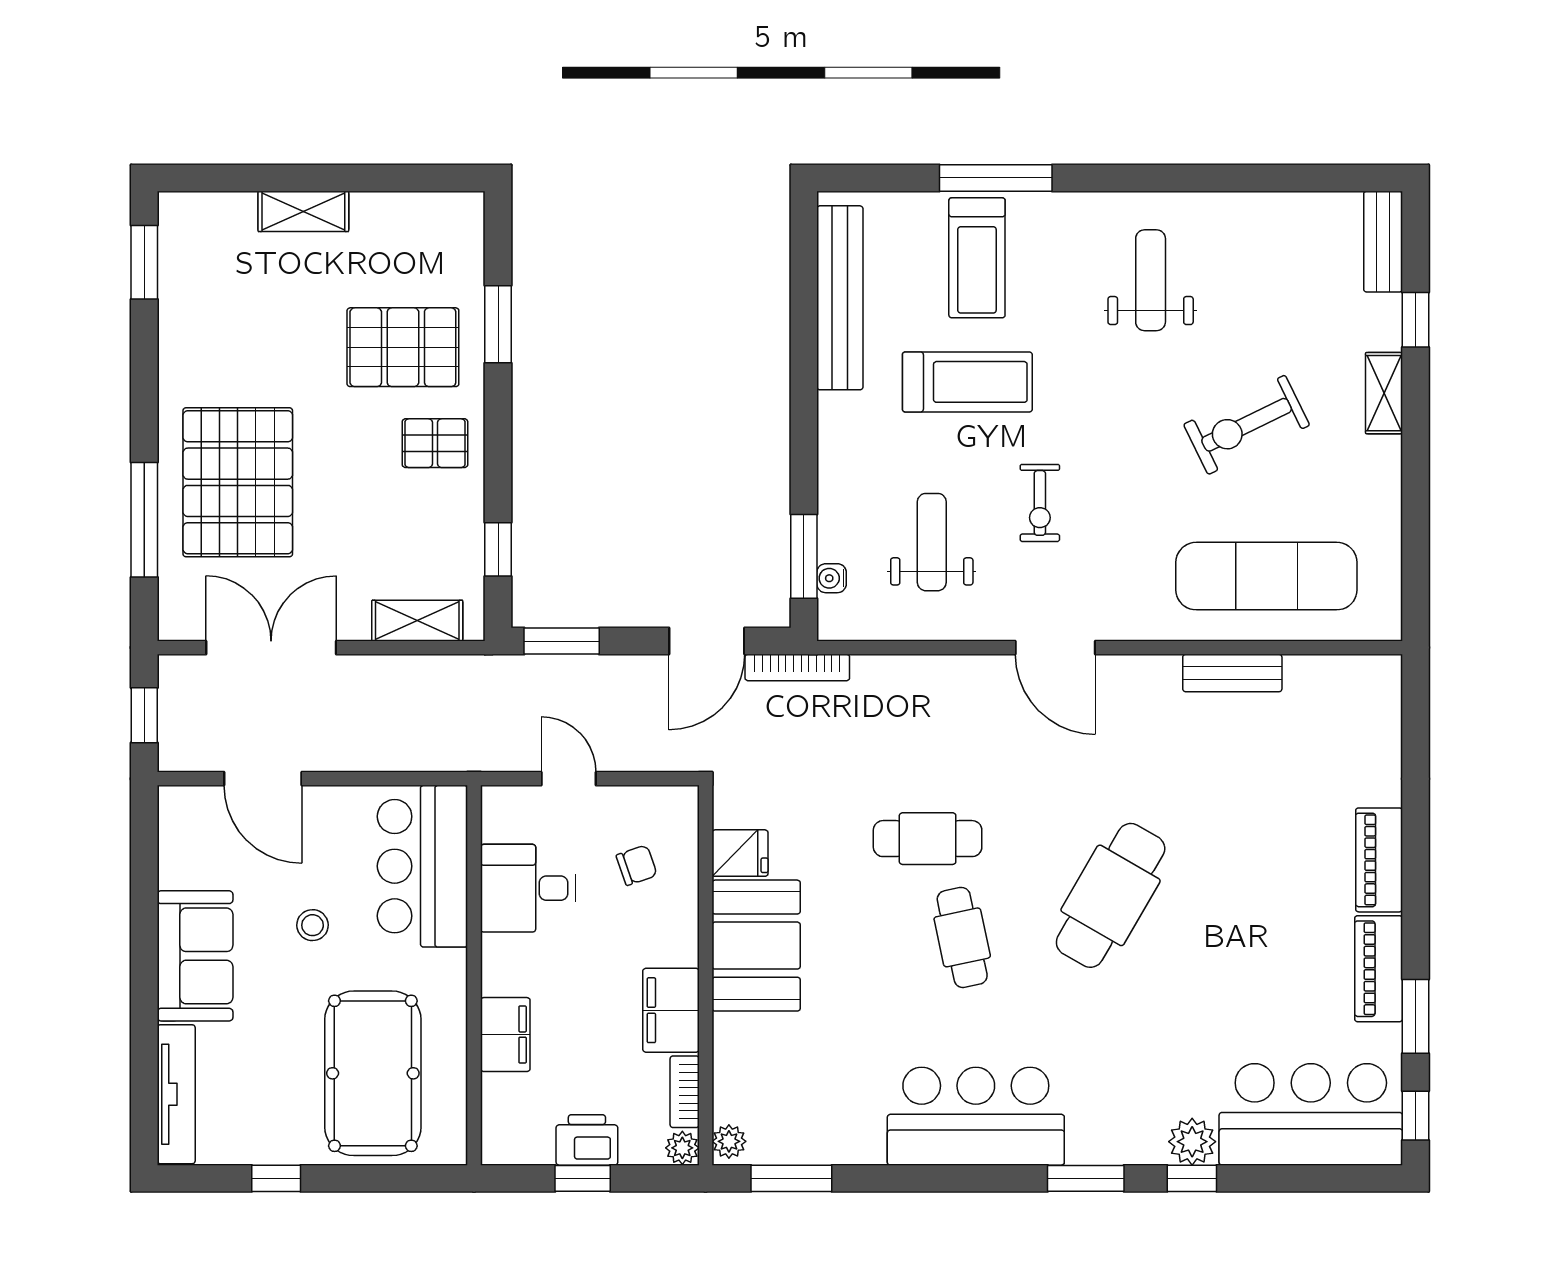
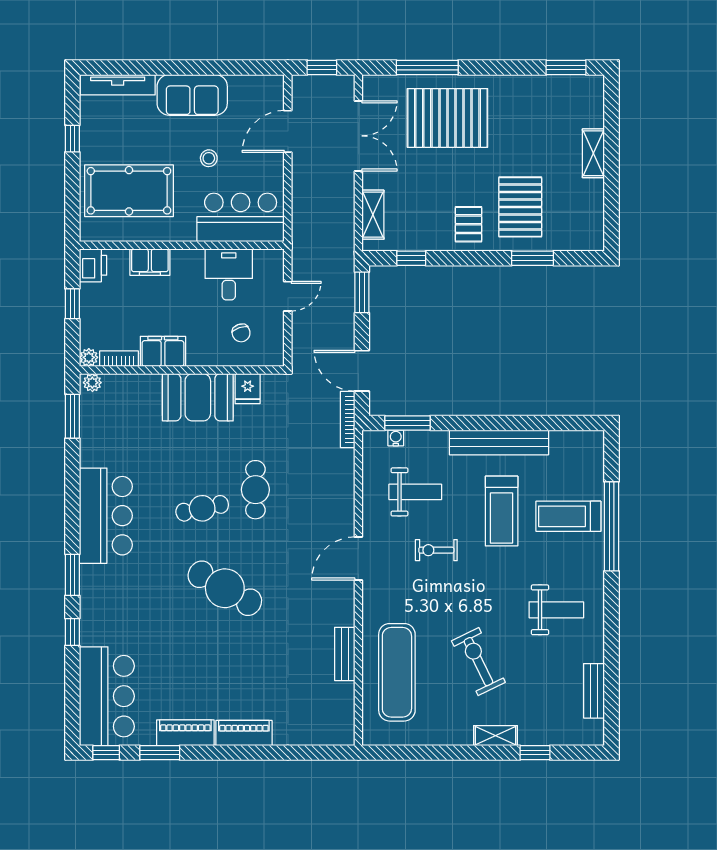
window: (996, 178) -> (611, 526), width x1.46
bench: (1383, 242) -> (594, 691), moved, turned 90
bench: (840, 298) -> (499, 442), moved
printer: (587, 1140) -> (93, 265), moved
plant: (1192, 1142) -> (92, 632), removed

